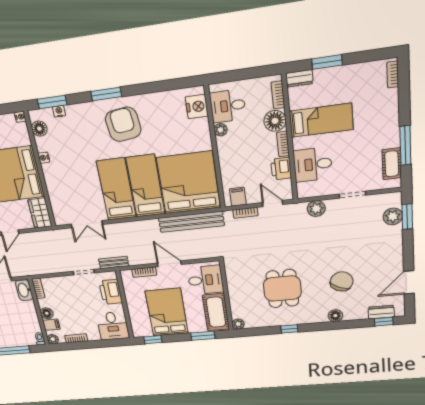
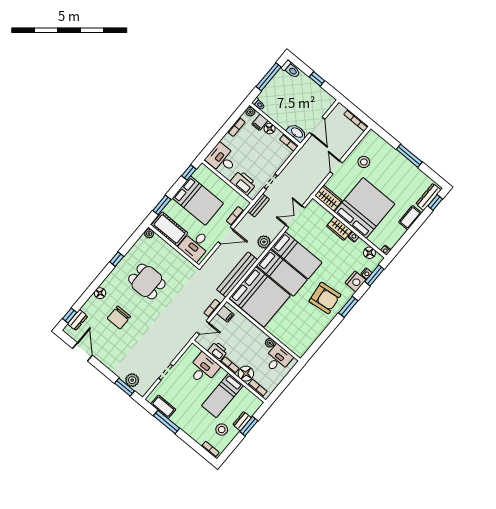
dresser: (299, 78) -> (242, 421), moved
stool: (359, 85) -> (222, 430), added
nightstand: (197, 107) -> (355, 281), moved, turned -90
wardrobe: (52, 178) -> (339, 228), added
plant: (316, 209) -> (264, 242), moved
chair: (342, 281) -> (119, 317), turned 66

